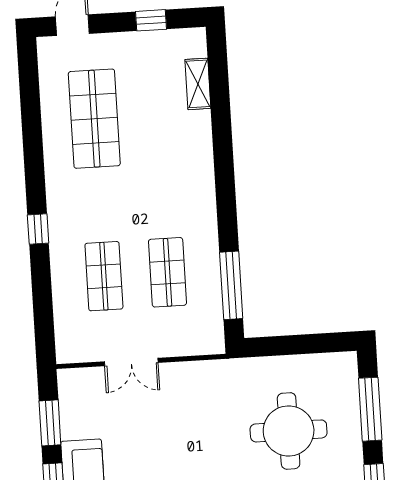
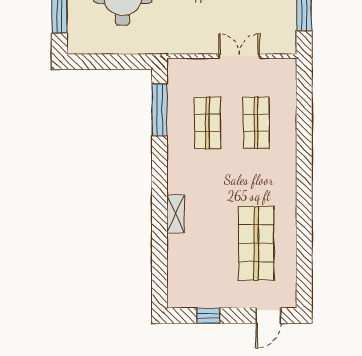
shelving: (198, 84) -> (176, 214), moved
window: (38, 229) -> (304, 162), removed

